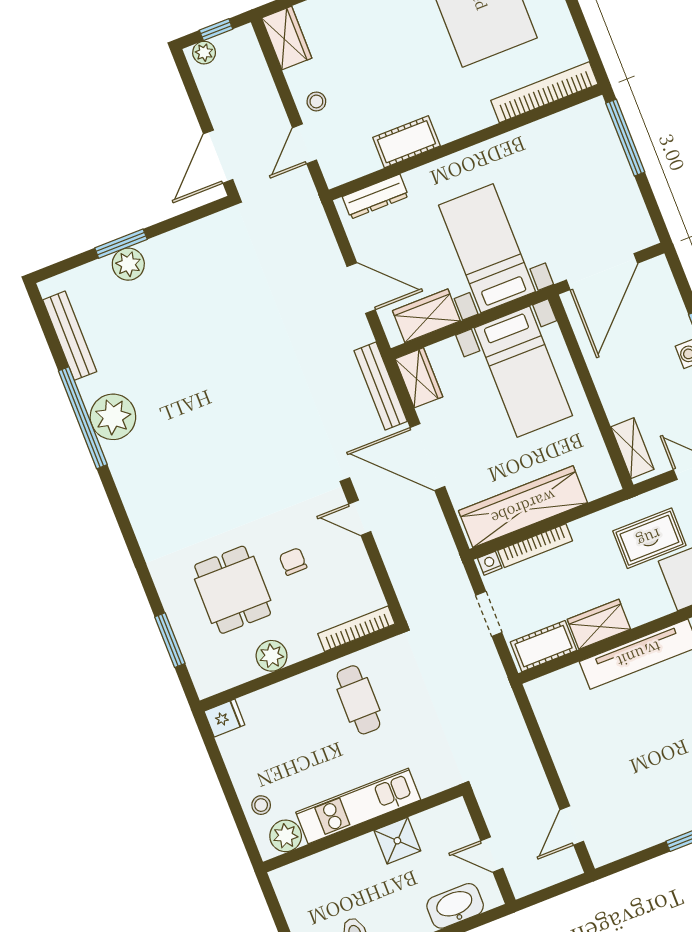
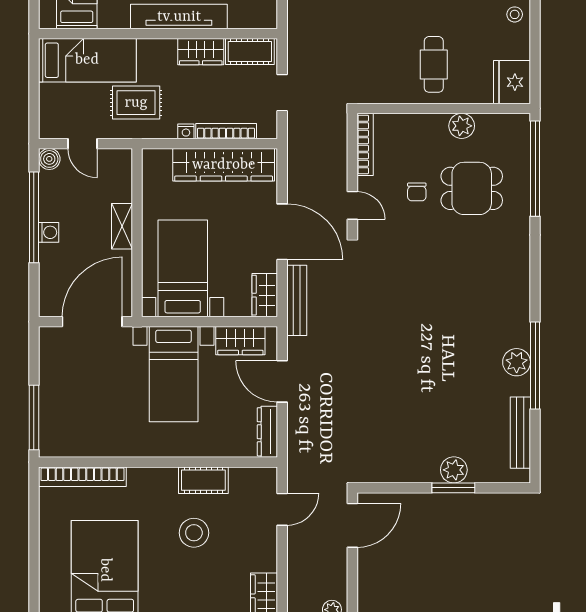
stool: (316, 101) -> (194, 533), moved, width x1.89, depth x1.89
dresser: (375, 197) -> (267, 432), moved, turned -90
plant: (113, 417) -> (517, 362), width x0.73, depth x0.73
shelving: (632, 448) -> (122, 226), moved
nightstand: (490, 563) -> (186, 131), moved
dining table: (233, 590) -> (472, 188), turned 90
bookcase: (356, 629) -> (365, 144), moved, turned -90
window: (170, 640) -> (535, 169), width x2.11
cafe table: (358, 700) -> (434, 64), moved
fridge: (224, 718) -> (512, 82), width x1.88, depth x1.34

